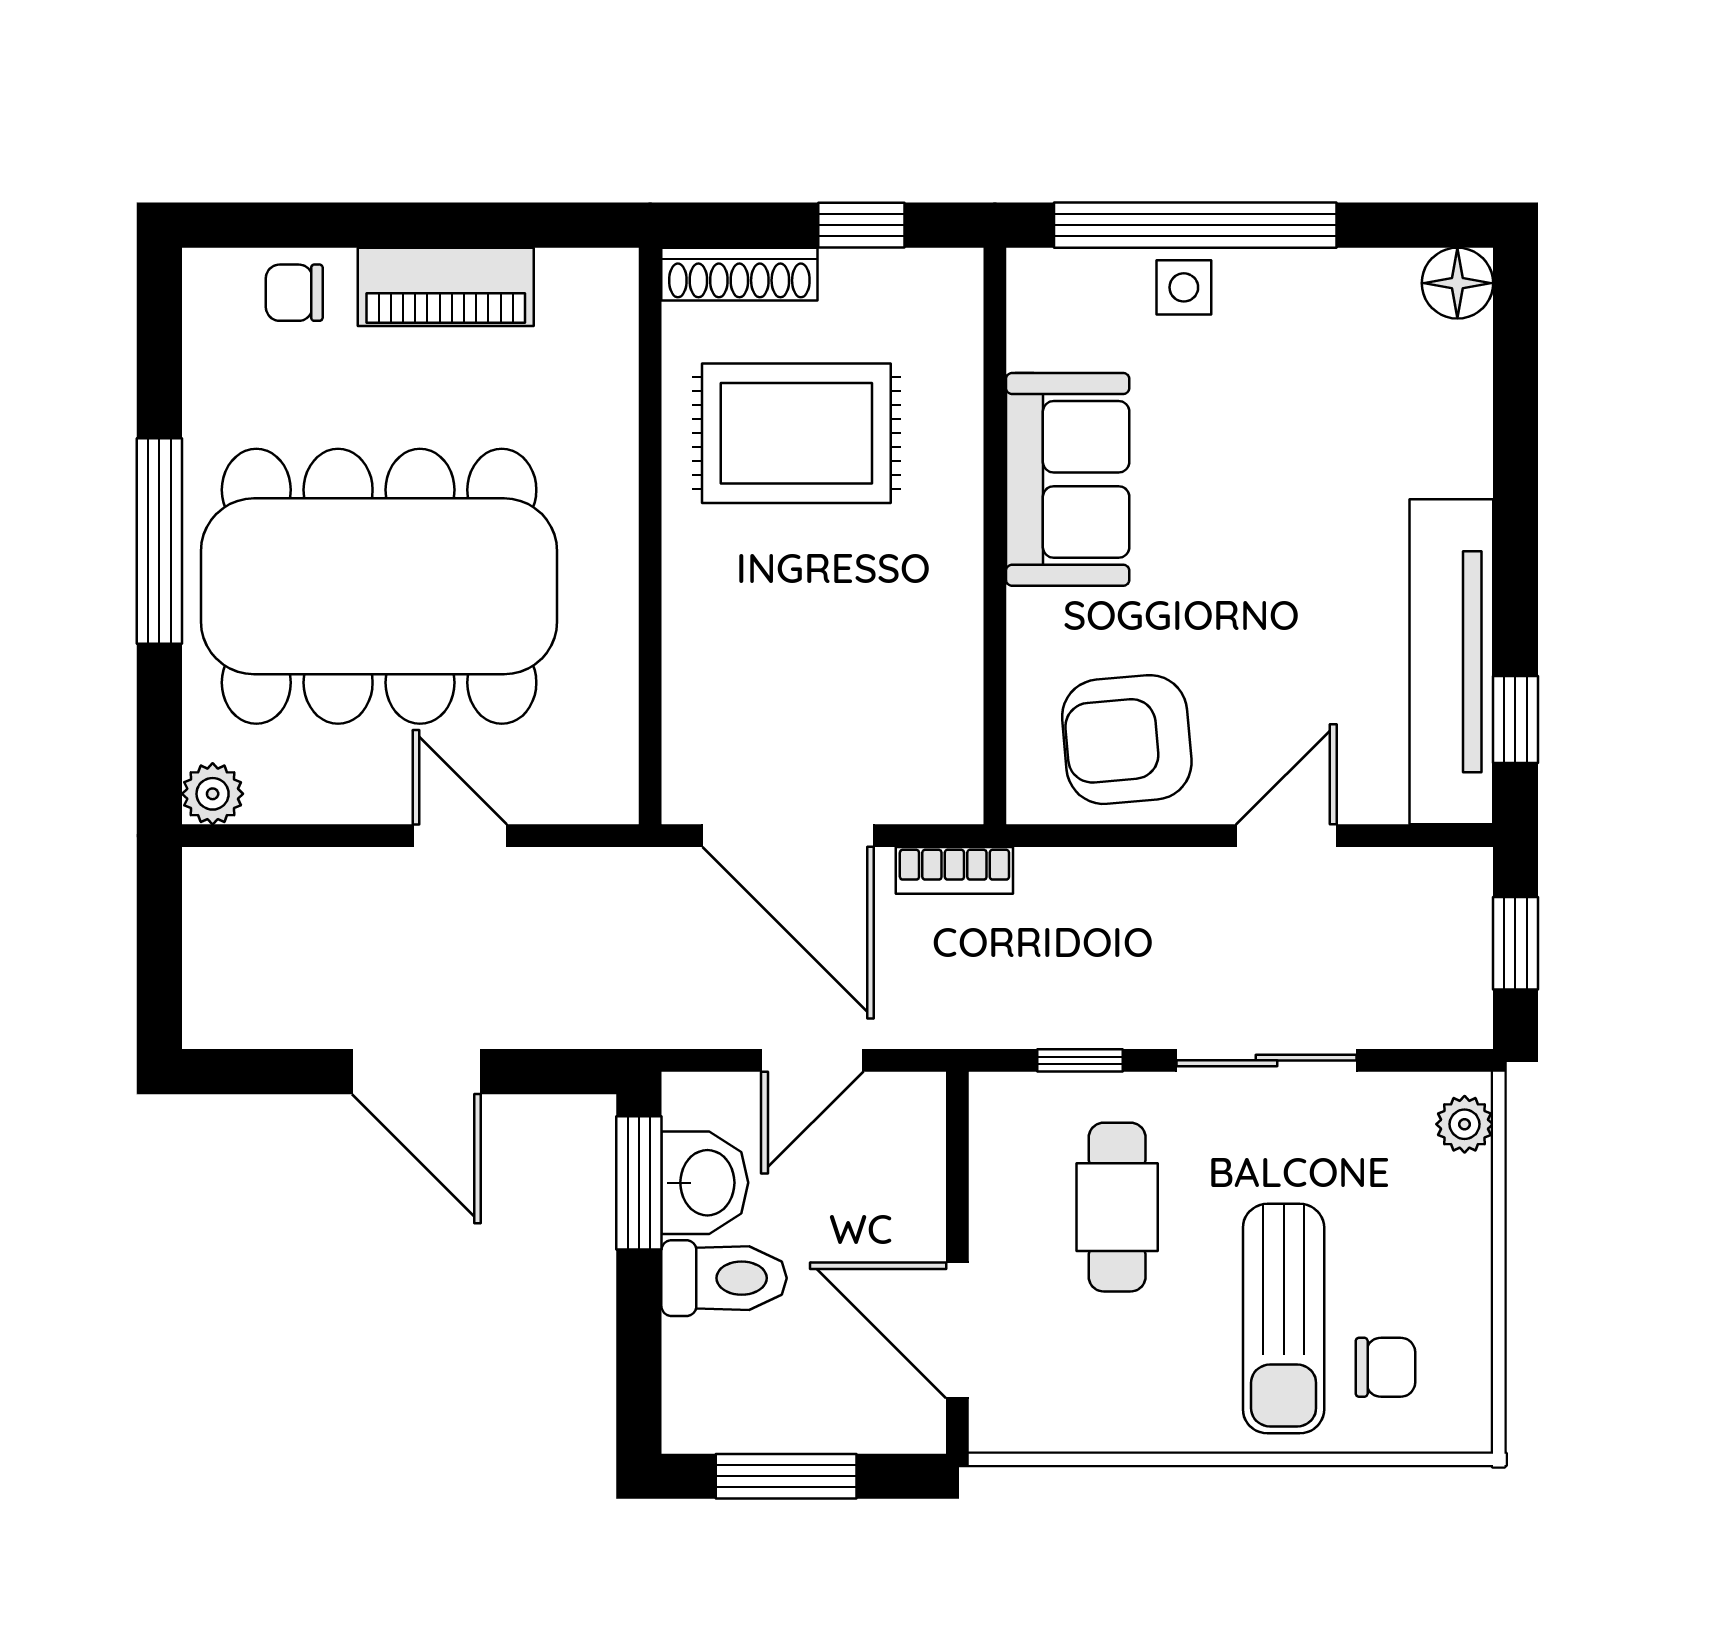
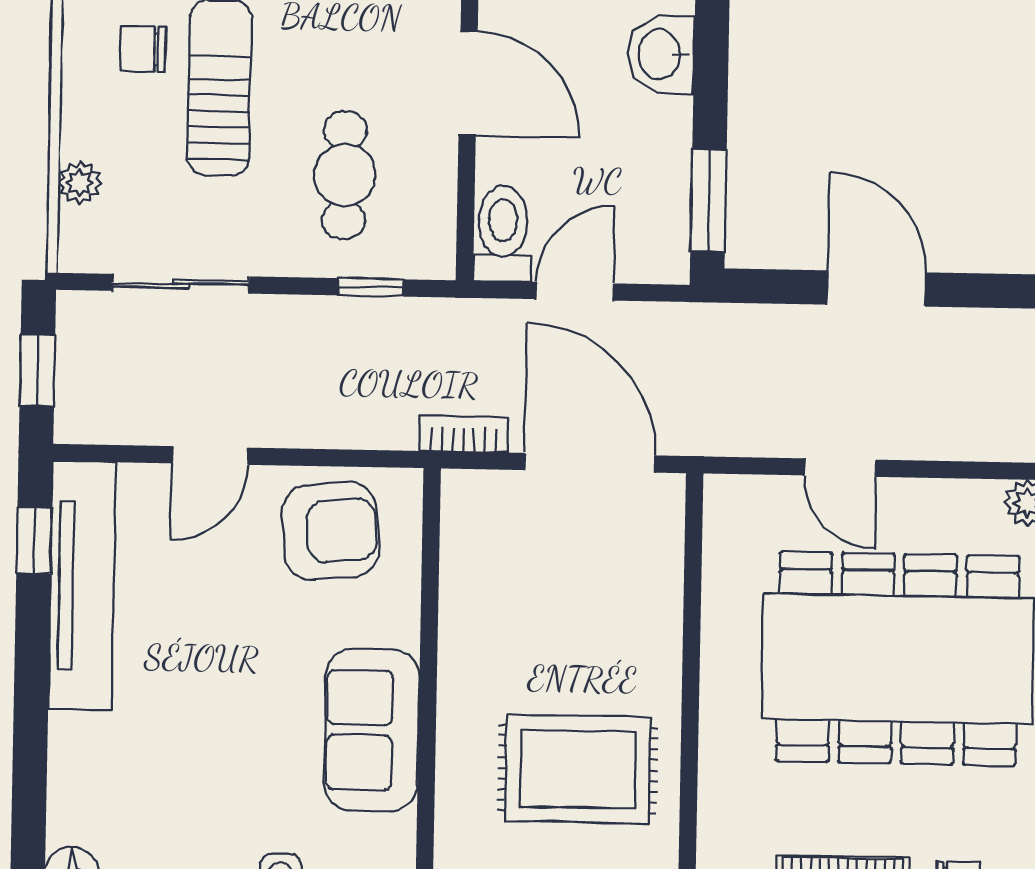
sliding door: (1267, 1060) -> (181, 284), moved
plant: (1465, 1124) -> (80, 183), moved
washbasin: (705, 1183) -> (661, 54), moved
toilet: (724, 1278) -> (503, 234), moved, turned 90

